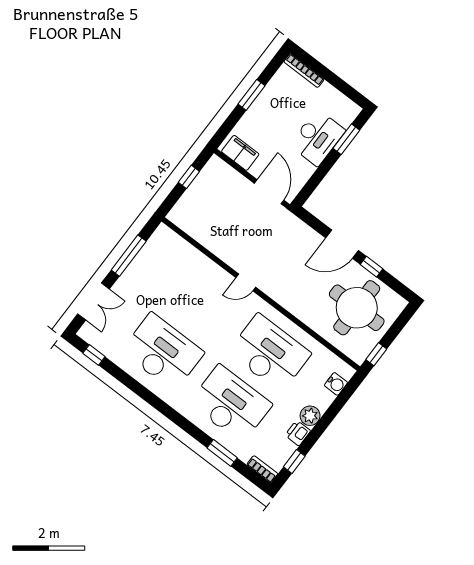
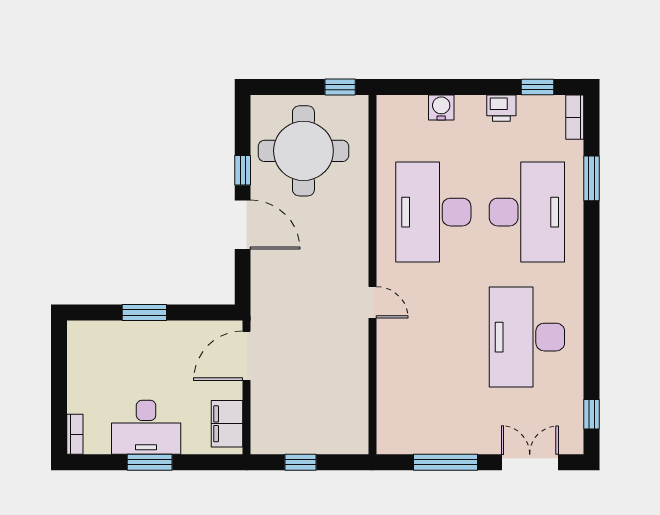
bookcase: (304, 71) -> (75, 434), width x0.64
desk: (317, 138) -> (146, 427), moved, turned 180
window: (346, 139) -> (144, 313), moved
water cooler: (336, 384) -> (441, 107), moved
desk: (231, 404) -> (527, 212), turned 180
plant: (310, 416) -> (470, 109), removed

